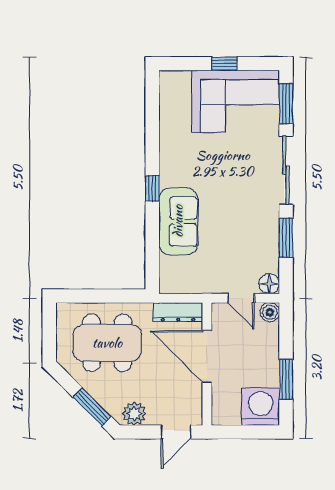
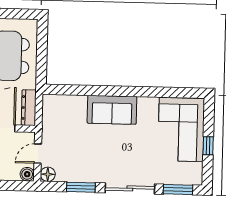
corner sofa: (236, 101) -> (181, 130), moved
window: (152, 188) -> (119, 91), removed
sofa: (178, 221) -> (112, 110), moved

